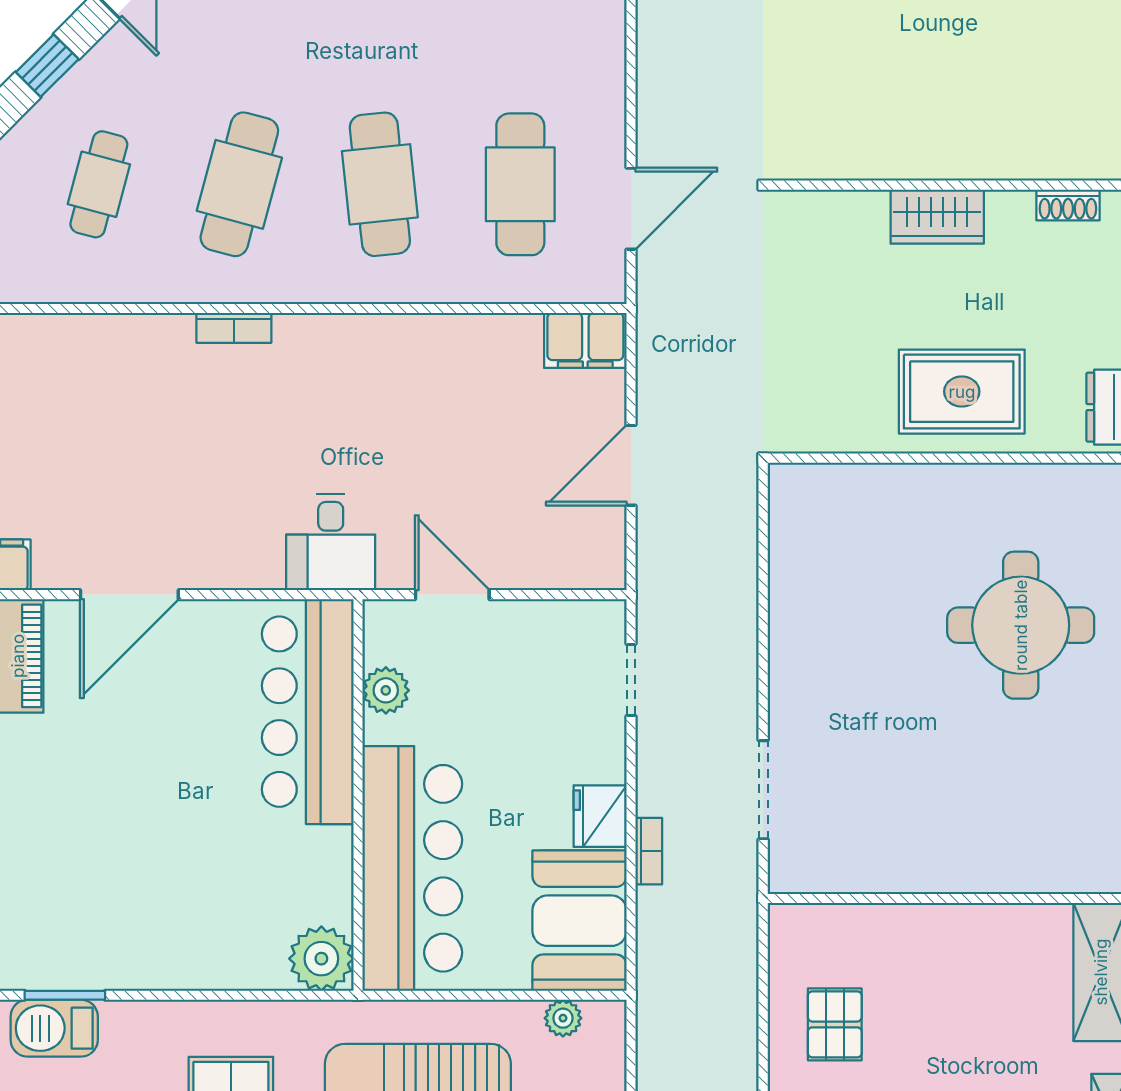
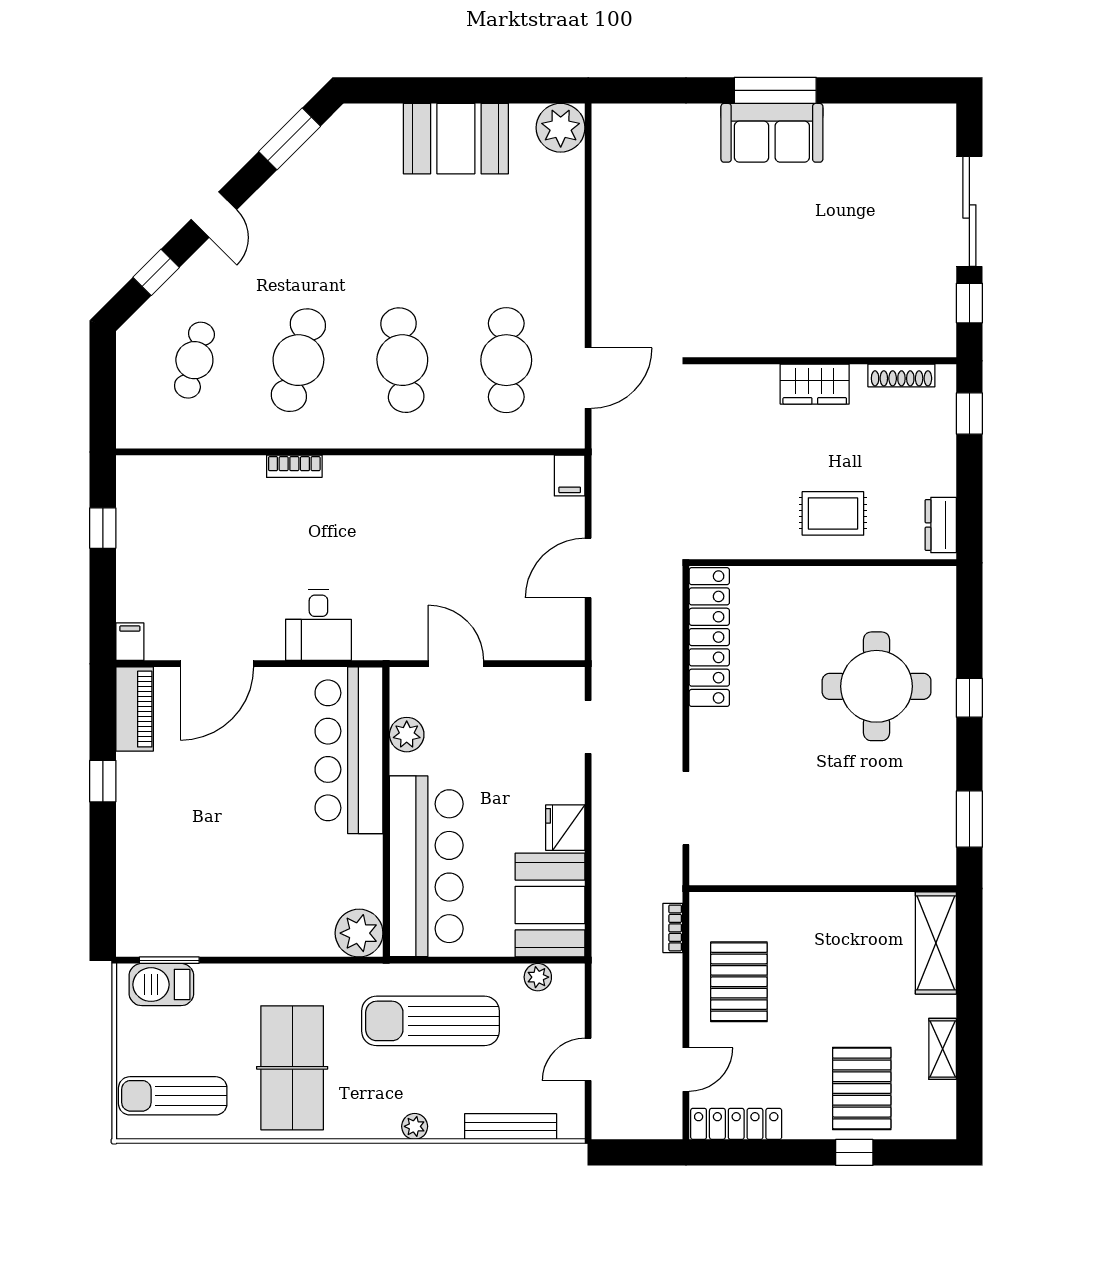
shoe rack: (1068, 205) -> (901, 375), width x1.43
filing cabinet: (585, 340) -> (570, 476), width x0.50
rug: (962, 392) -> (833, 513), width x0.73, depth x0.70
desk: (331, 542) -> (318, 625), moved
locker: (795, 559) -> (709, 637), added
bookcase: (649, 851) -> (673, 928), moved, turned 180
pallet: (835, 1024) -> (739, 982), width x1.50, depth x1.42

